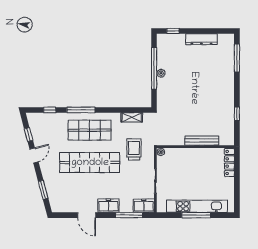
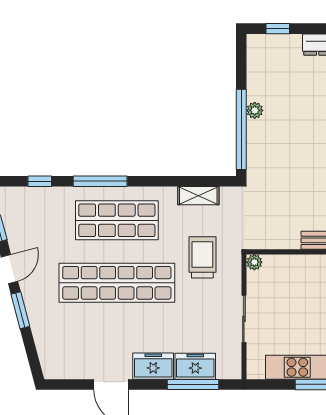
window: (154, 68) -> (241, 129), moved
window: (43, 190) -> (20, 310), moved
freezer: (144, 206) -> (195, 366), moved

